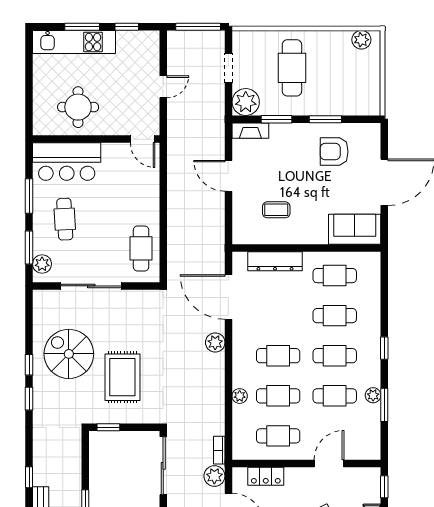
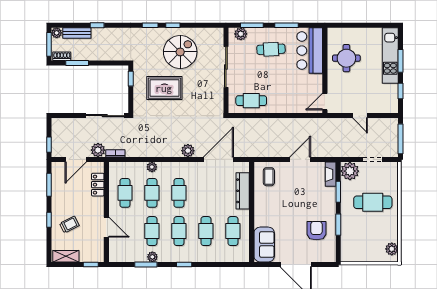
coffee table: (276, 210) -> (269, 177), moved

